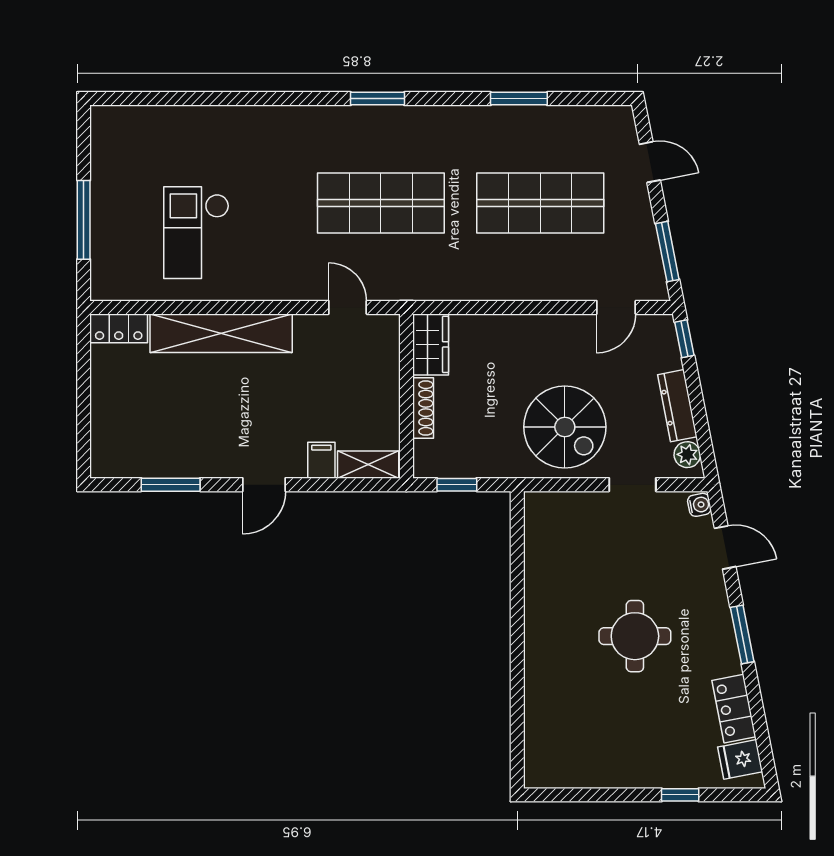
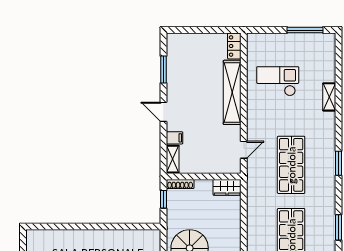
shelving: (231, 119) -> (329, 97), added
window: (84, 220) -> (305, 30), moved
shoe rack: (423, 408) -> (180, 184), moved

